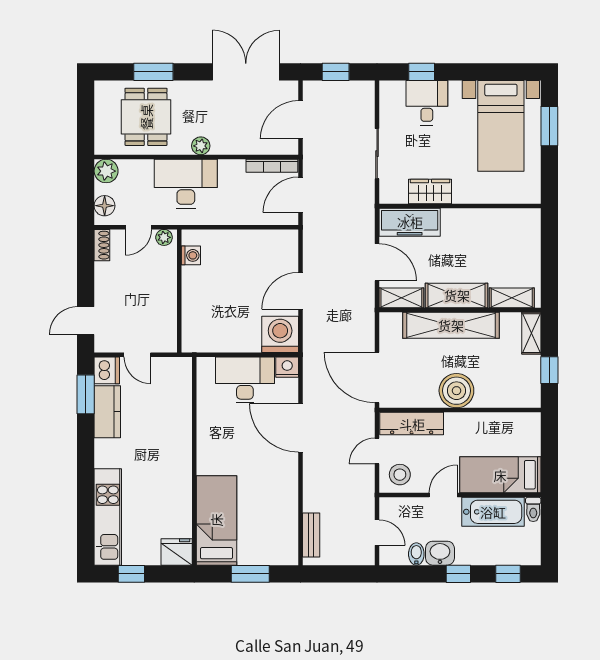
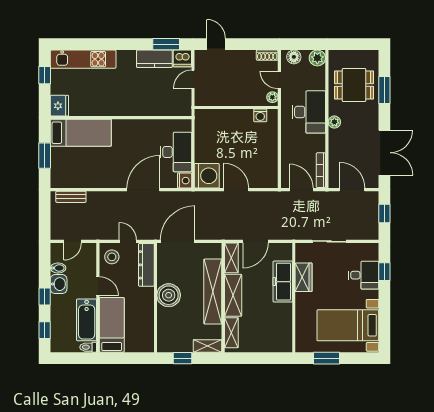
window: (549, 126) -> (326, 358), moved
freezer: (410, 222) -> (283, 282), moved

